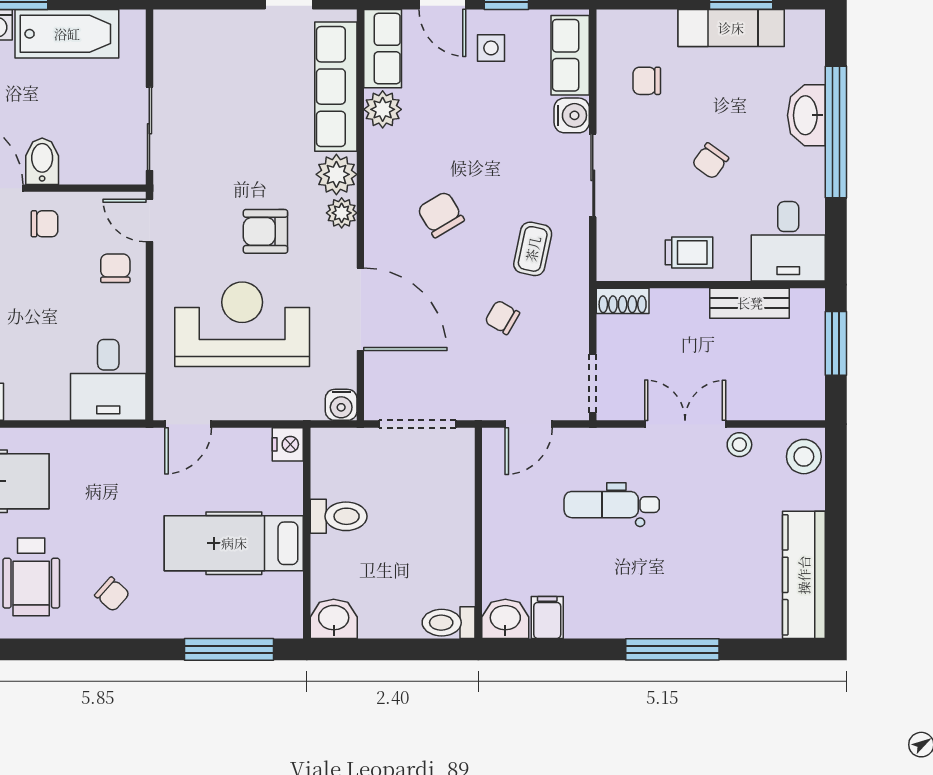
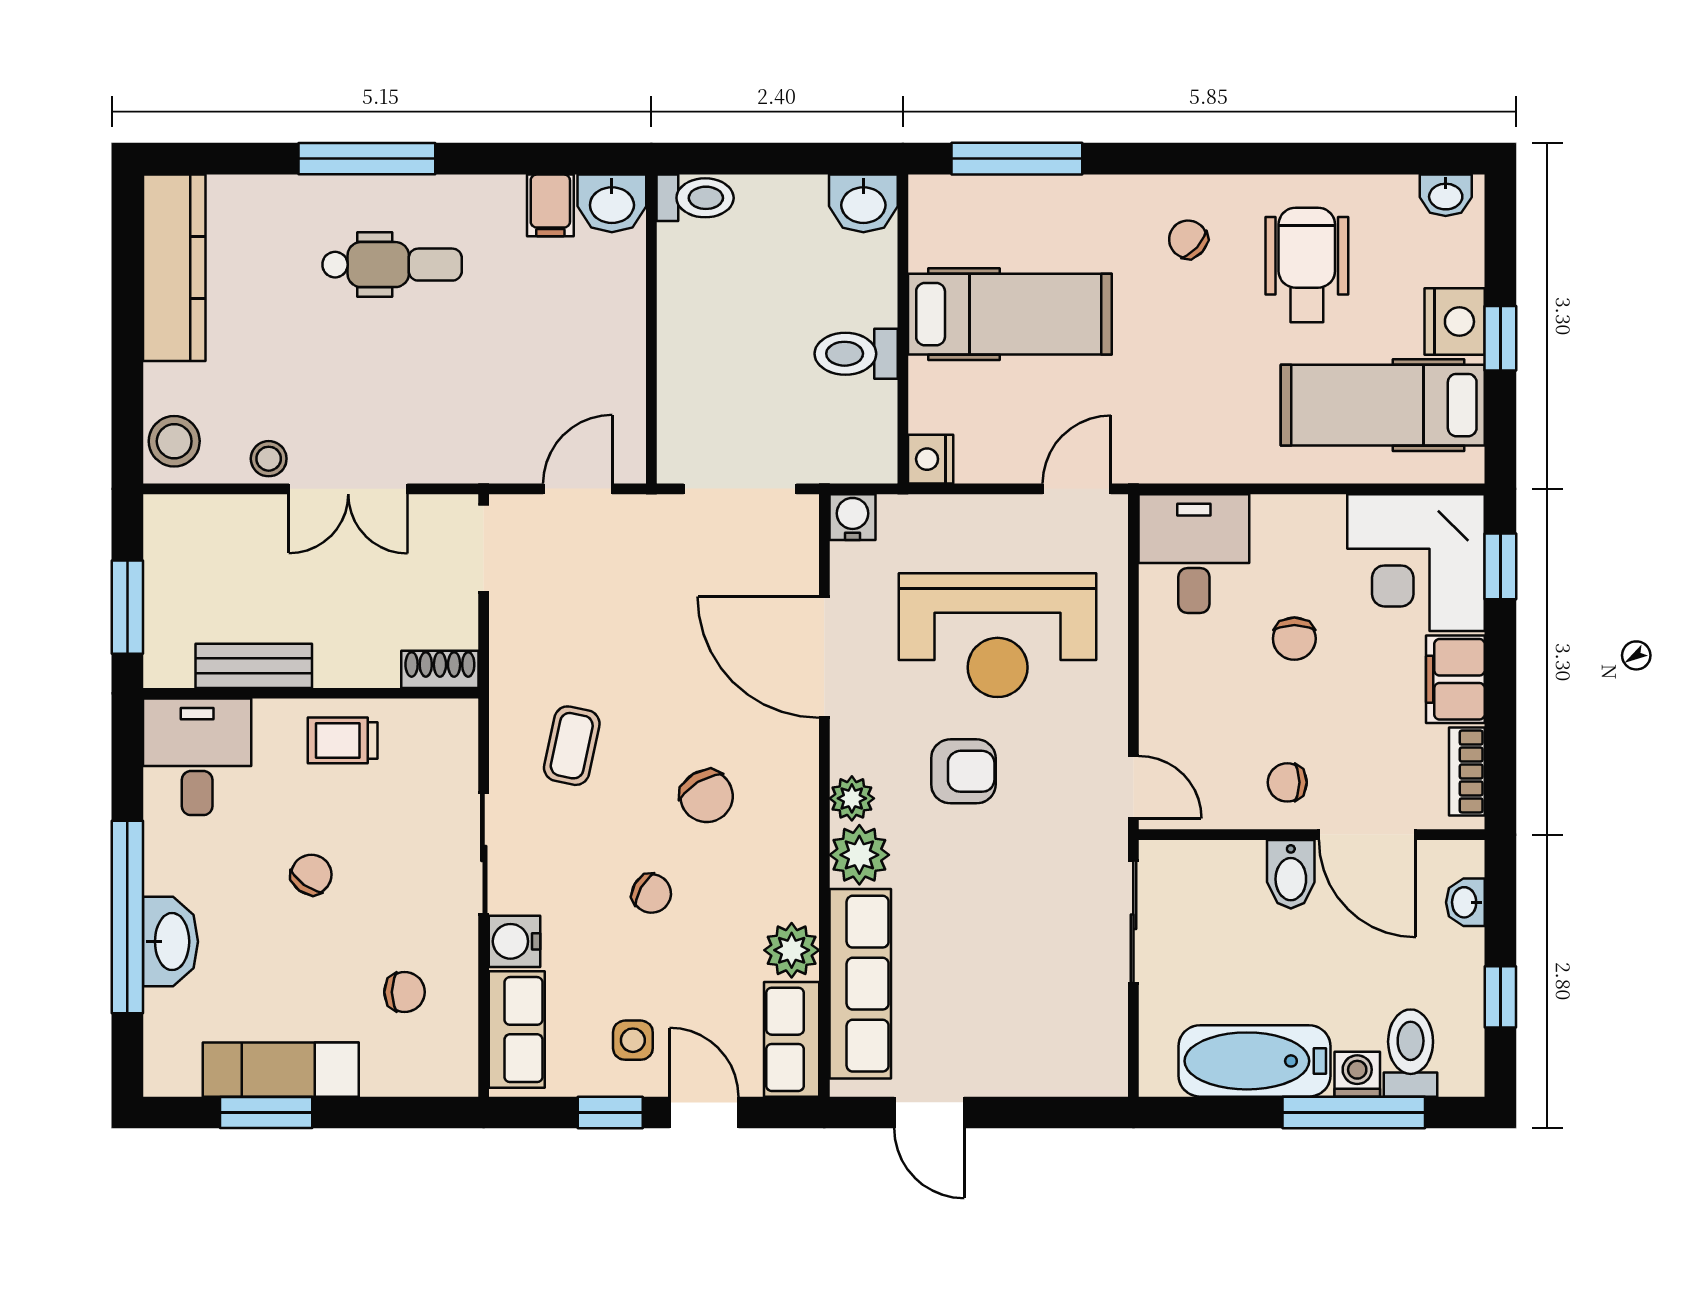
chair: (115, 268) -> (1294, 639), moved
chair: (502, 317) -> (651, 894), moved
dental chair: (612, 505) -> (392, 265), moved

